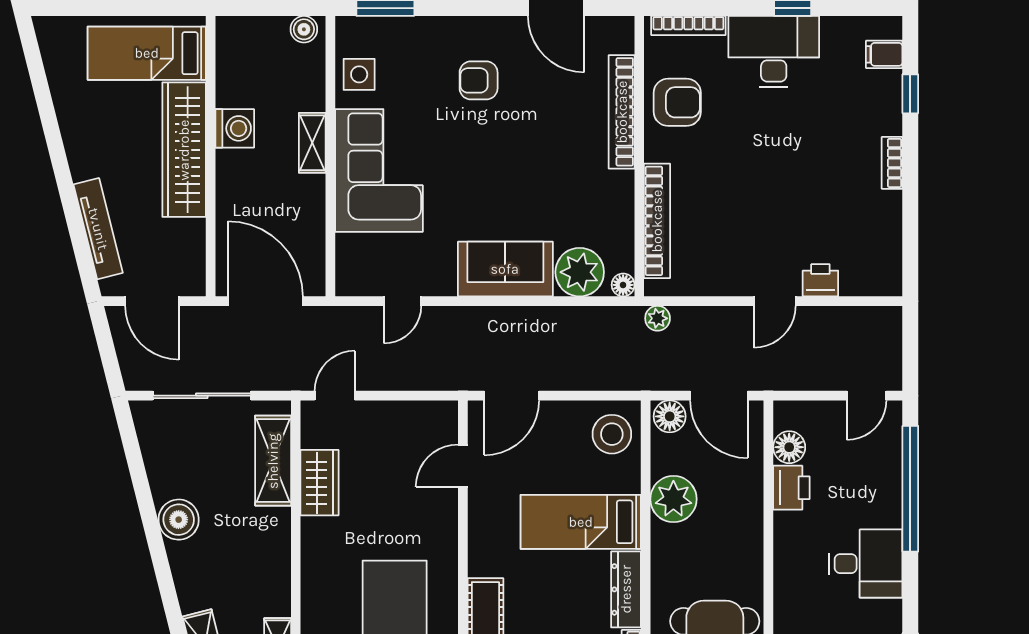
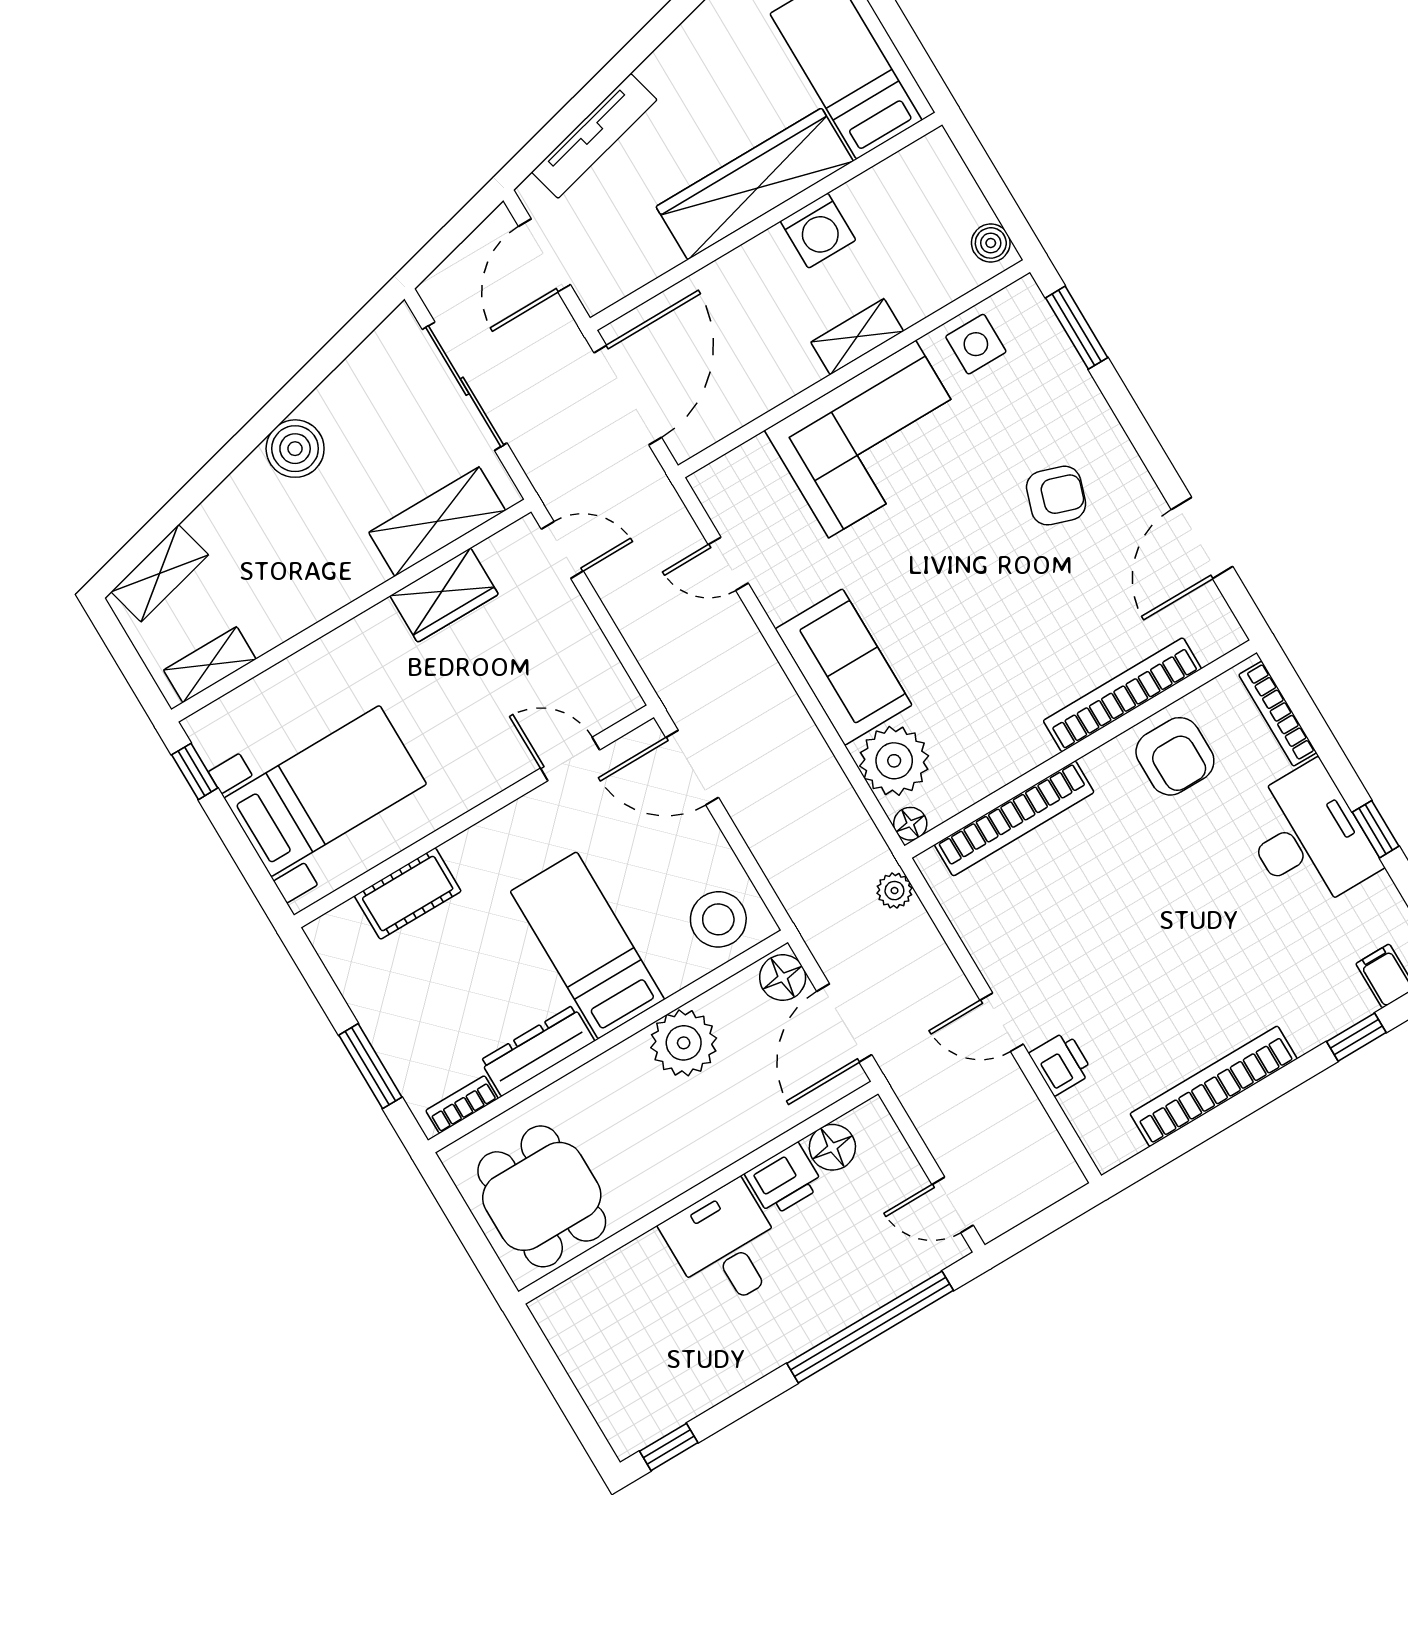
armchair: (479, 80) -> (1056, 496), turned 108
bookcase: (892, 163) -> (1214, 1086), width x2.31, depth x1.31
desk: (866, 564) -> (726, 1246), moved, turned 180

